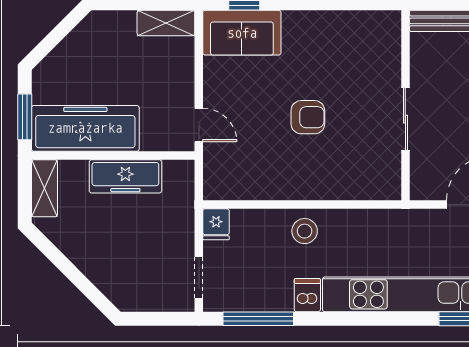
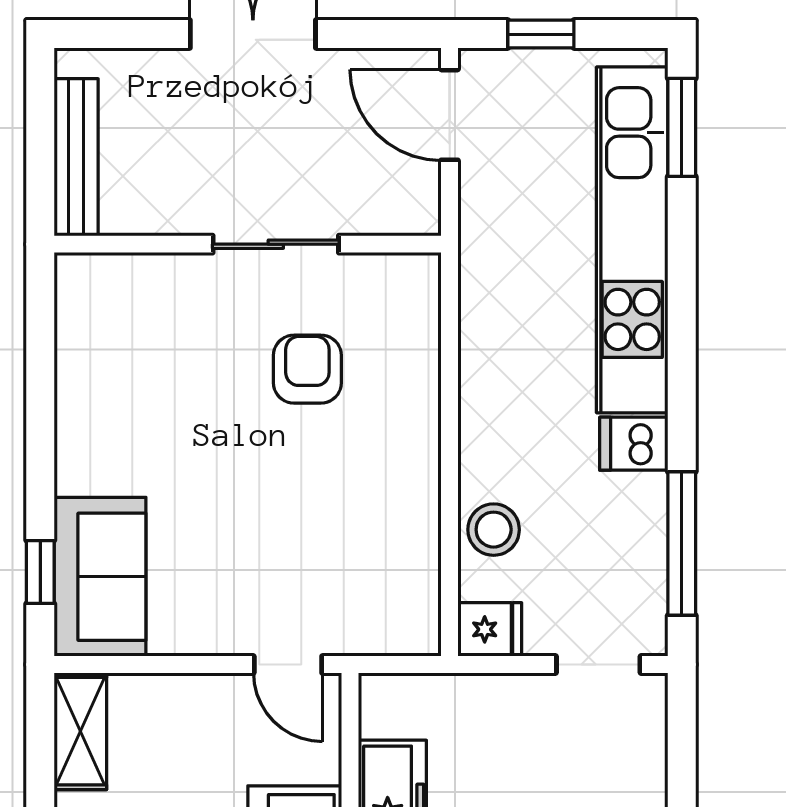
armchair: (308, 117) -> (307, 369), moved
door: (199, 125) -> (288, 664), swing flipped
stool: (305, 231) -> (494, 530), moved

